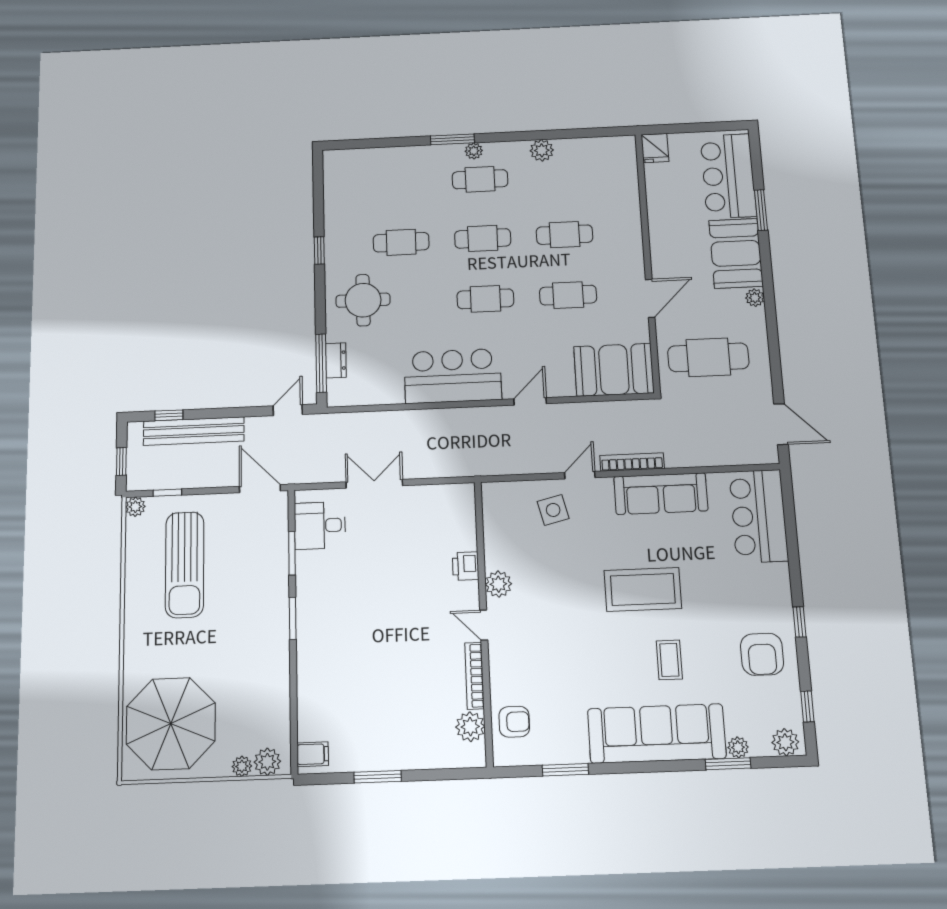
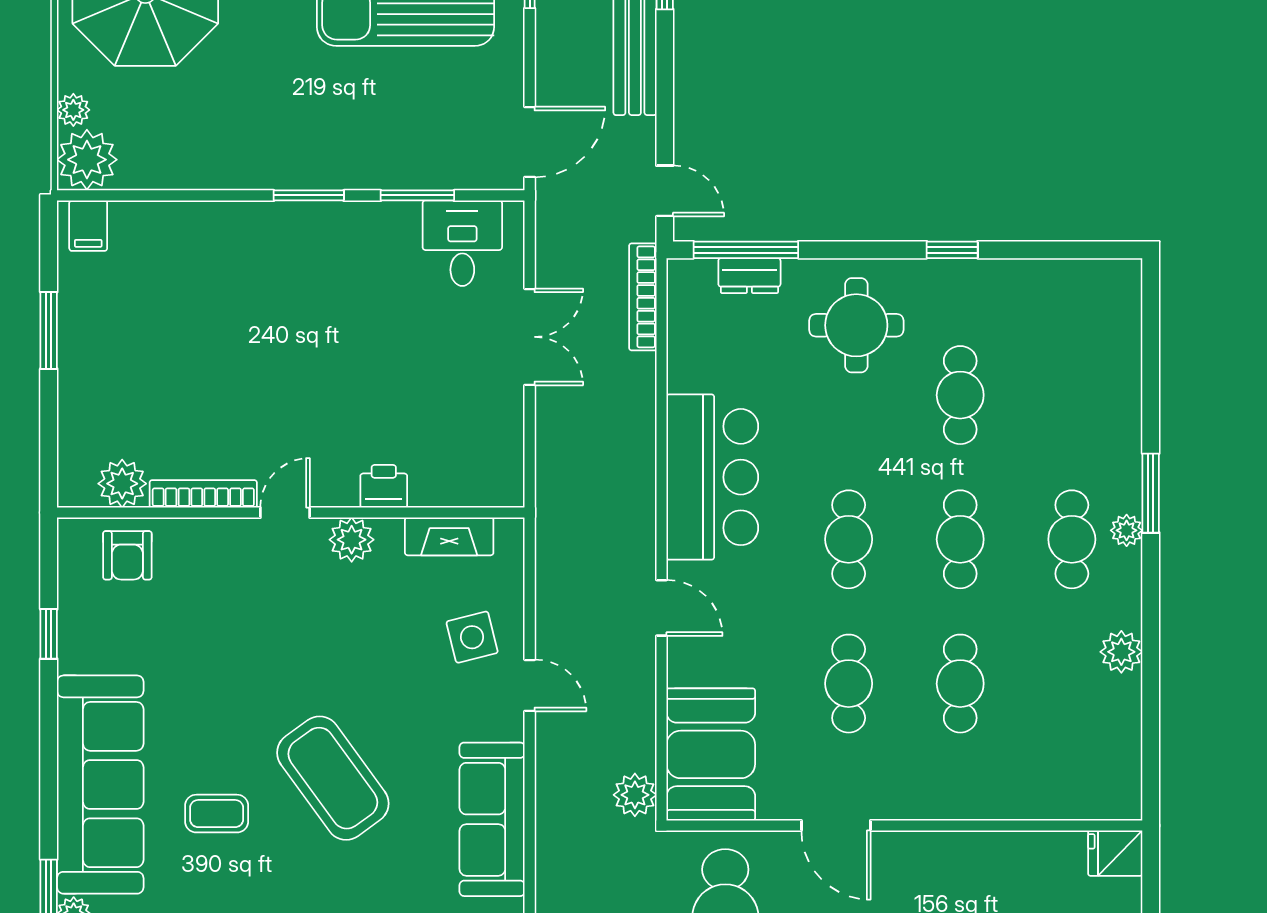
plant: (640, 412) -> (635, 795), added
bookcase: (632, 462) -> (643, 297), moved, turned 180
fireplace: (494, 526) -> (449, 536), added
coffee table: (643, 590) -> (333, 778), turned -36
plant: (267, 762) -> (87, 160), width x1.36, depth x1.36
window: (565, 770) -> (49, 634), width x0.67

